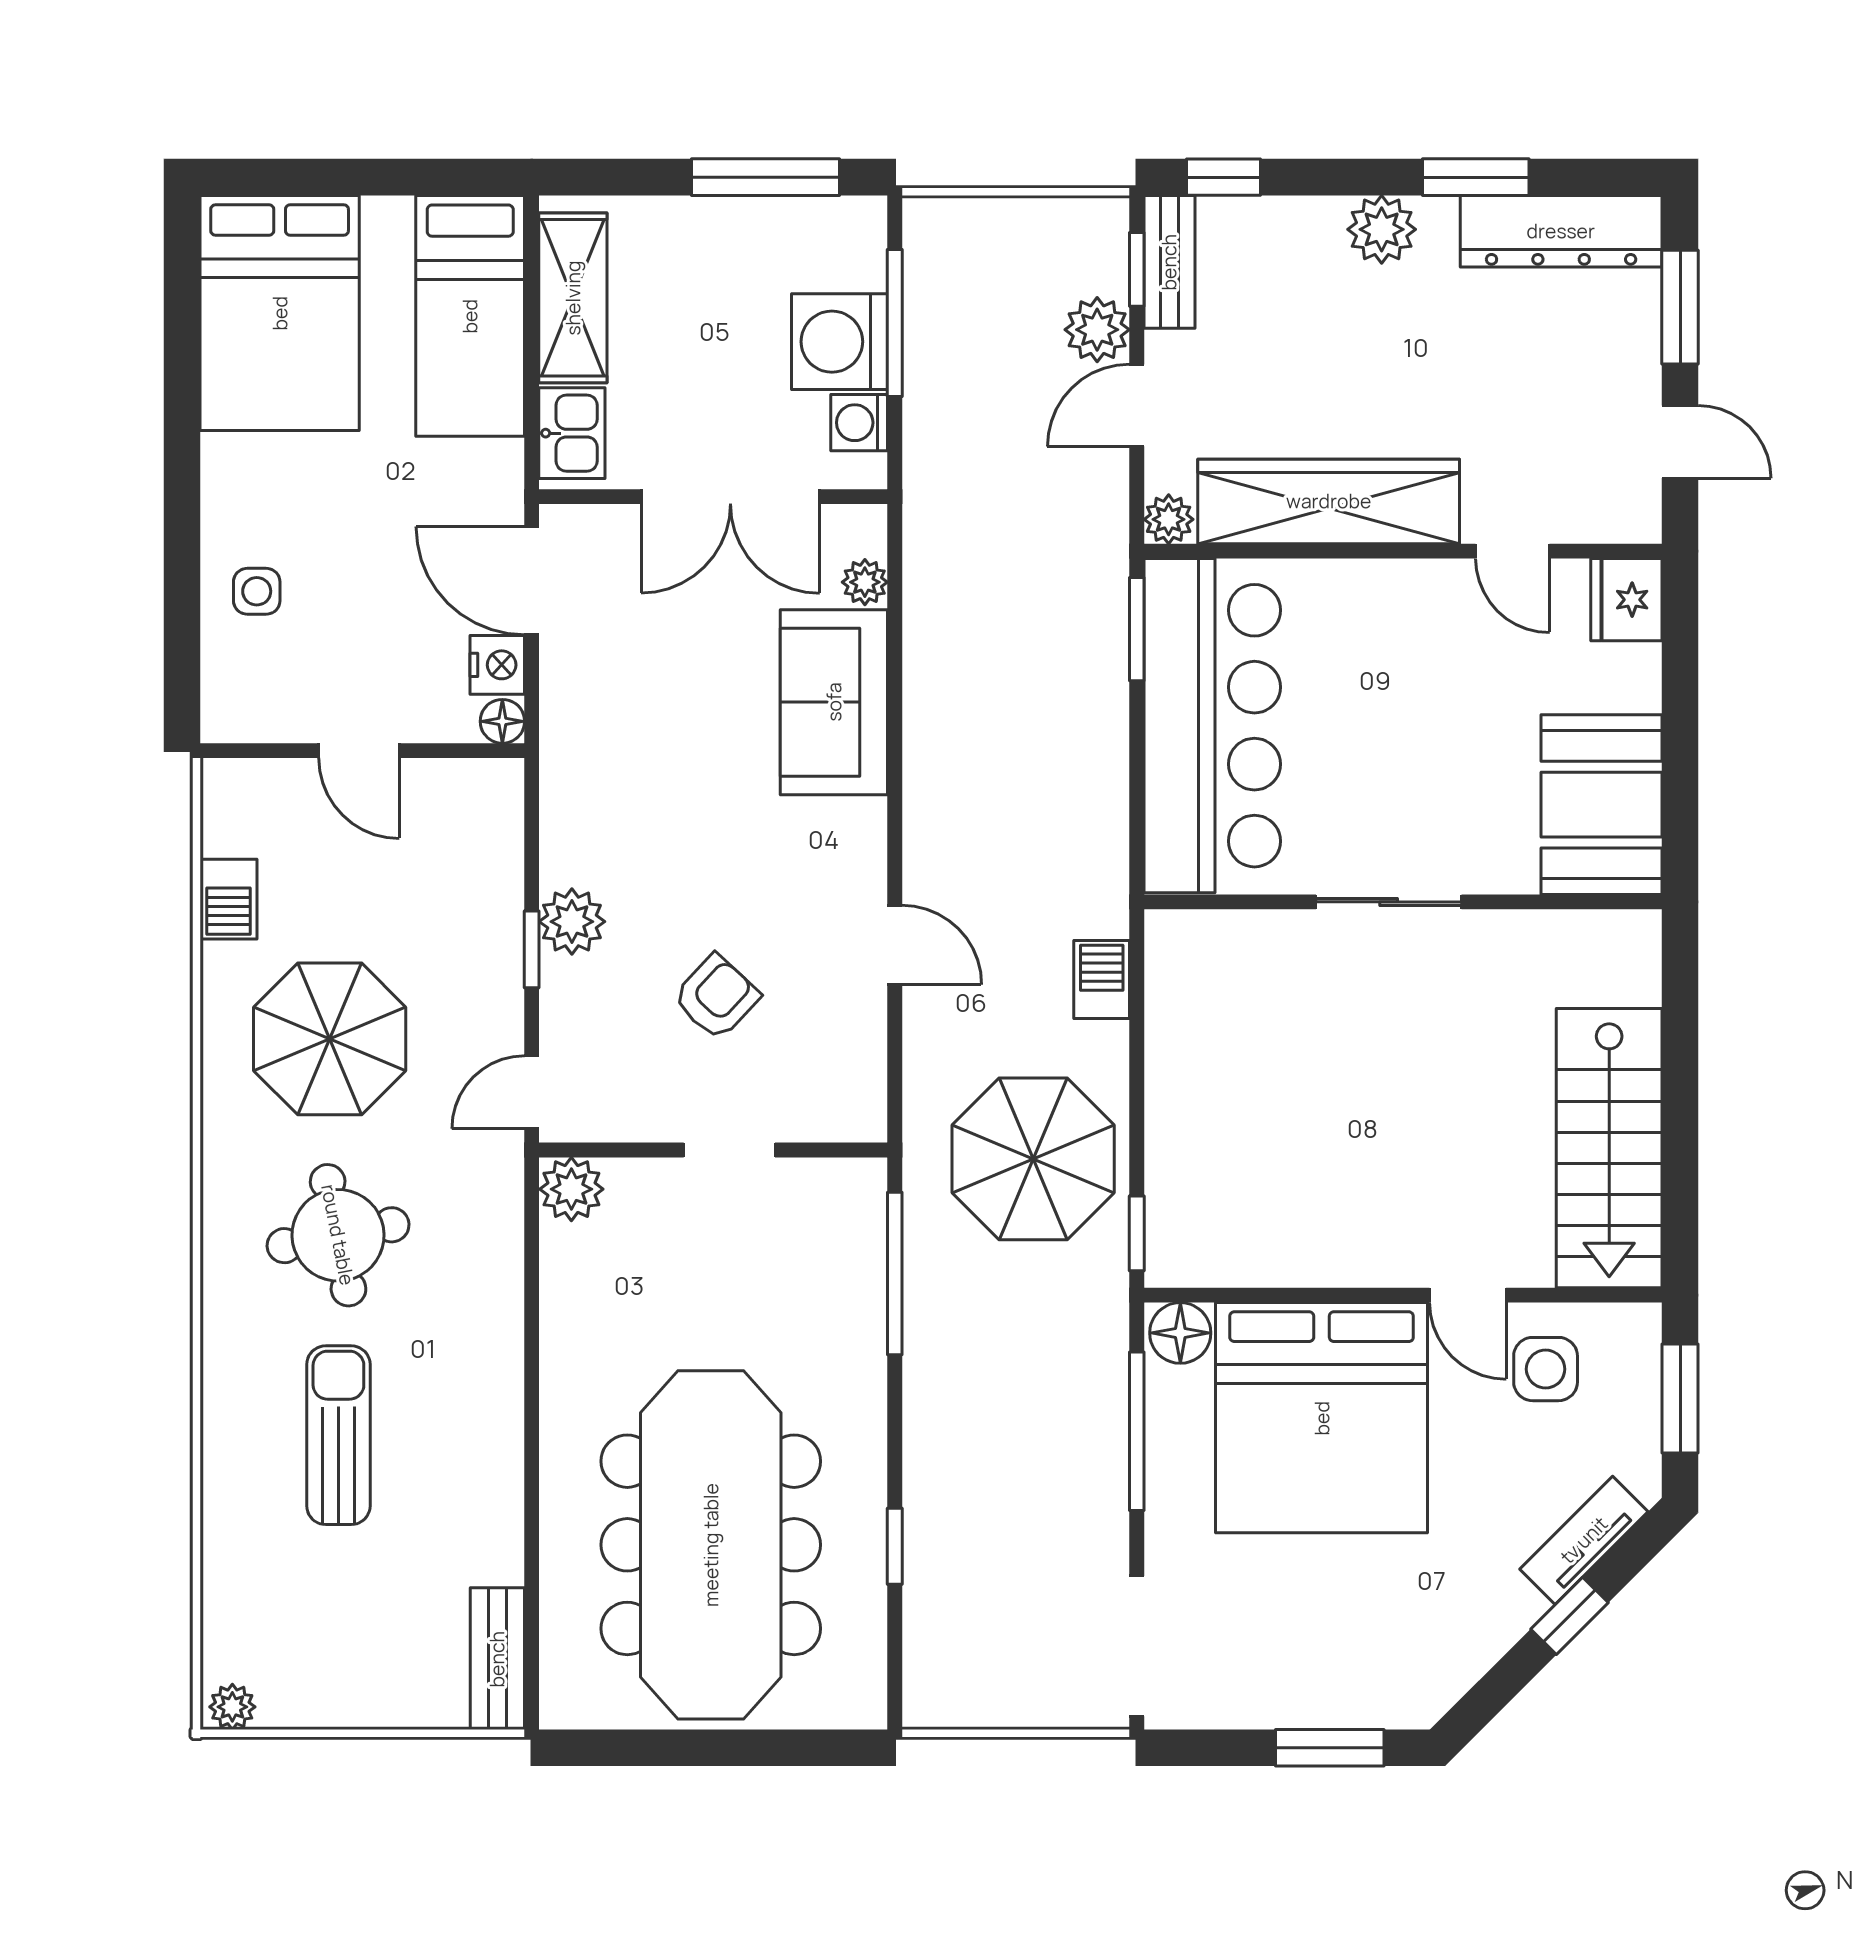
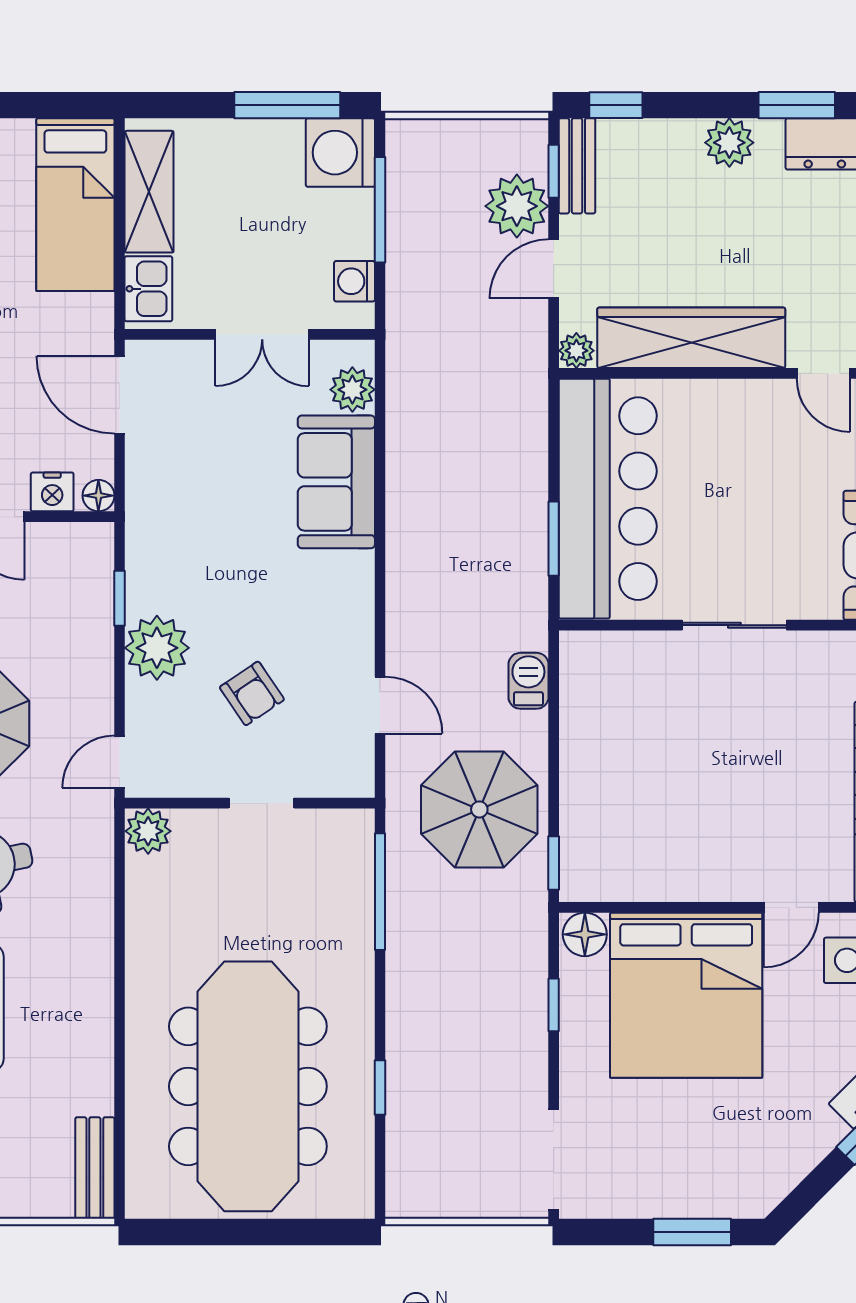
plant: (1097, 330) -> (517, 206), width x1.36, depth x1.36
washing machine: (840, 342) -> (340, 153), moved
double door: (730, 497) -> (262, 334), width x0.73
plant: (865, 582) -> (352, 390), width x1.38, depth x1.38
window: (1137, 629) -> (554, 539), moved
nightstand: (497, 665) -> (52, 492), moved, turned 90
plant: (572, 922) -> (157, 648), width x1.36, depth x1.36
door: (895, 945) -> (380, 705), moved
window: (532, 949) -> (120, 598), moved
armchair: (716, 997) -> (252, 693), turned 103
door: (1468, 1295) -> (791, 907), hinge flipped
window: (1137, 1431) -> (554, 1005), width x0.46

